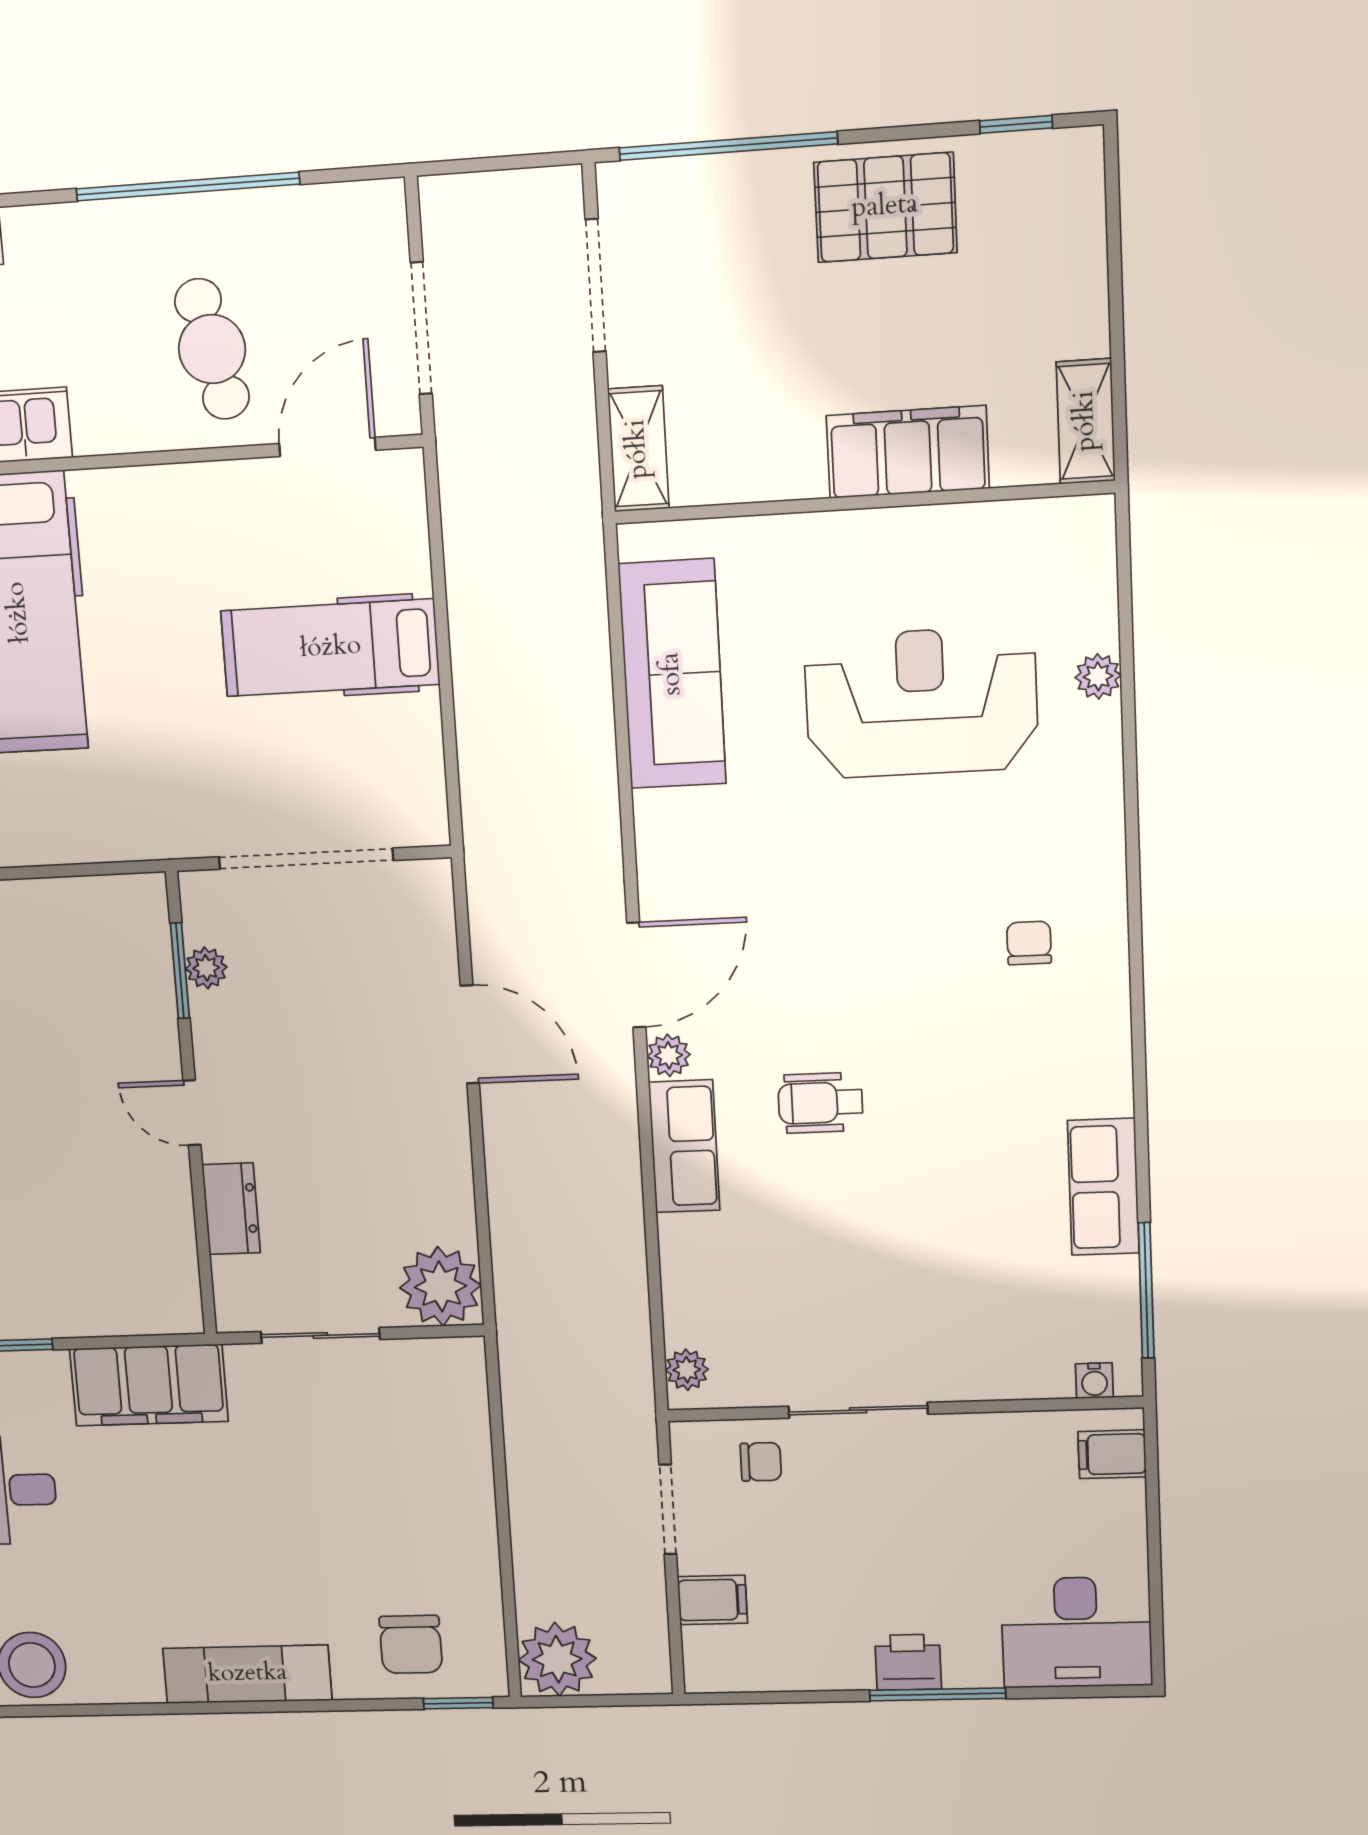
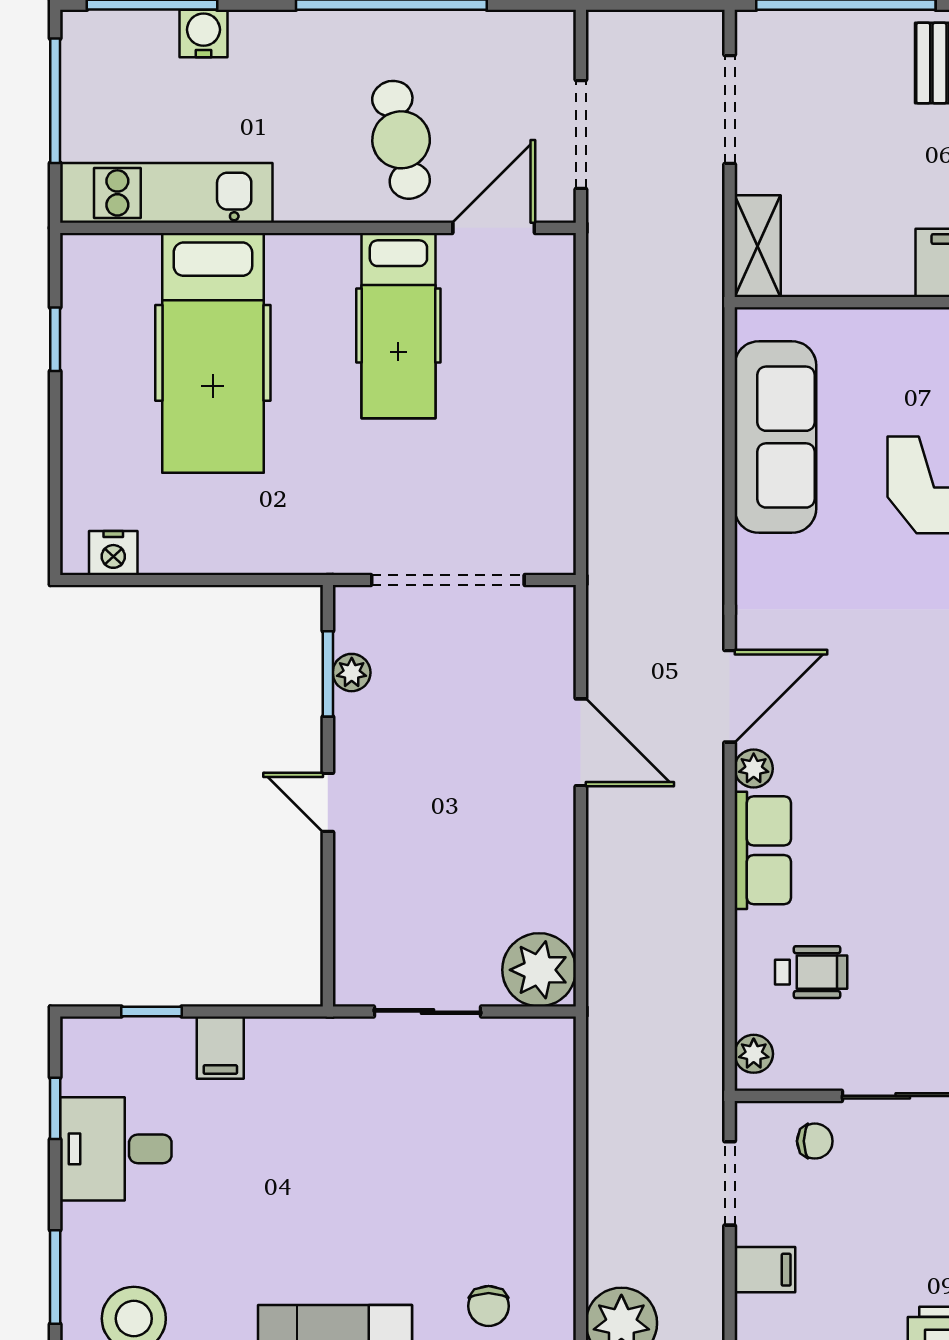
hospital bed: (330, 648) -> (398, 326), moved, turned -90
wheelchair: (820, 1103) -> (811, 972), moved, turned 180
dresser: (231, 1209) -> (356, 892), removed
filing cabinet: (149, 1385) -> (220, 1048), width x0.33, depth x0.86
chair: (411, 1644) -> (489, 1306), width x0.73, depth x0.73

